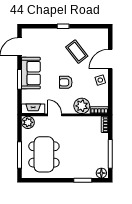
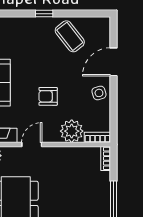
coffee table: (77, 52) -> (70, 36), moved
door: (55, 115) -> (32, 144), hinge flipped

